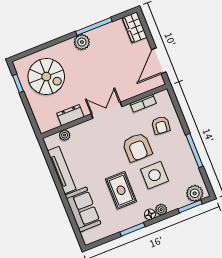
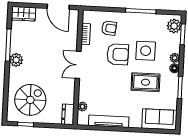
dresser: (70, 115) -> (68, 114), moved
sofa: (83, 209) -> (159, 119), moved

